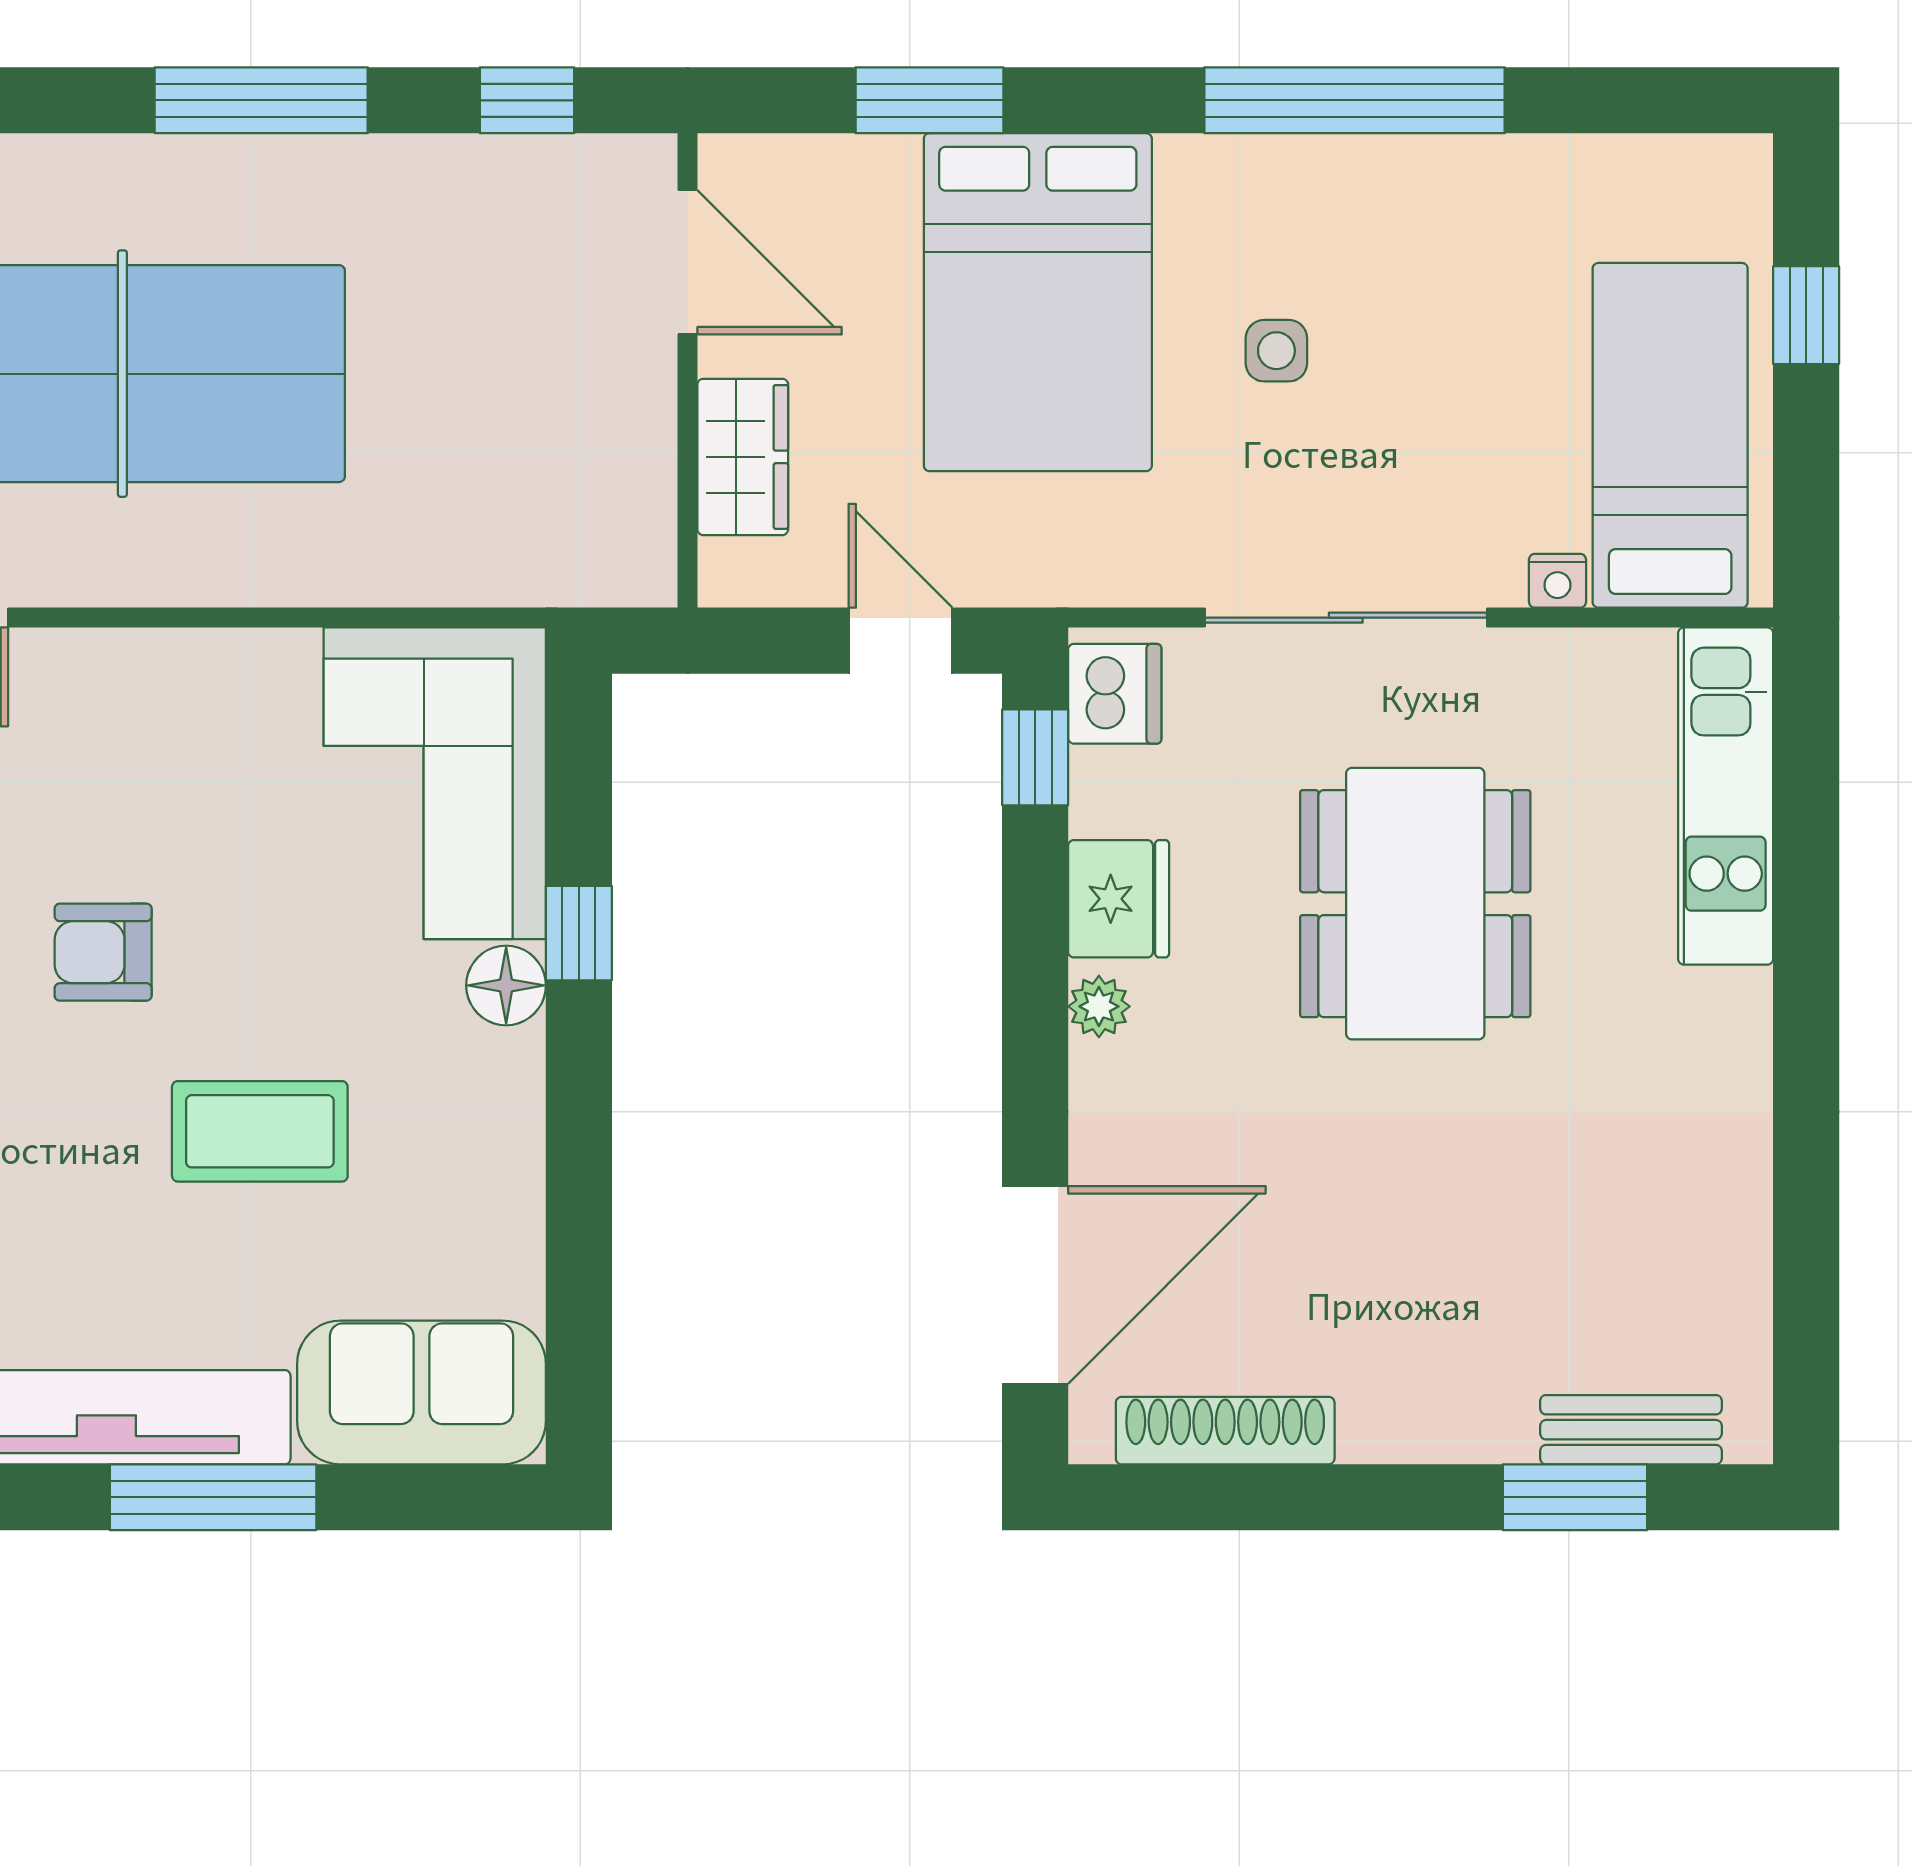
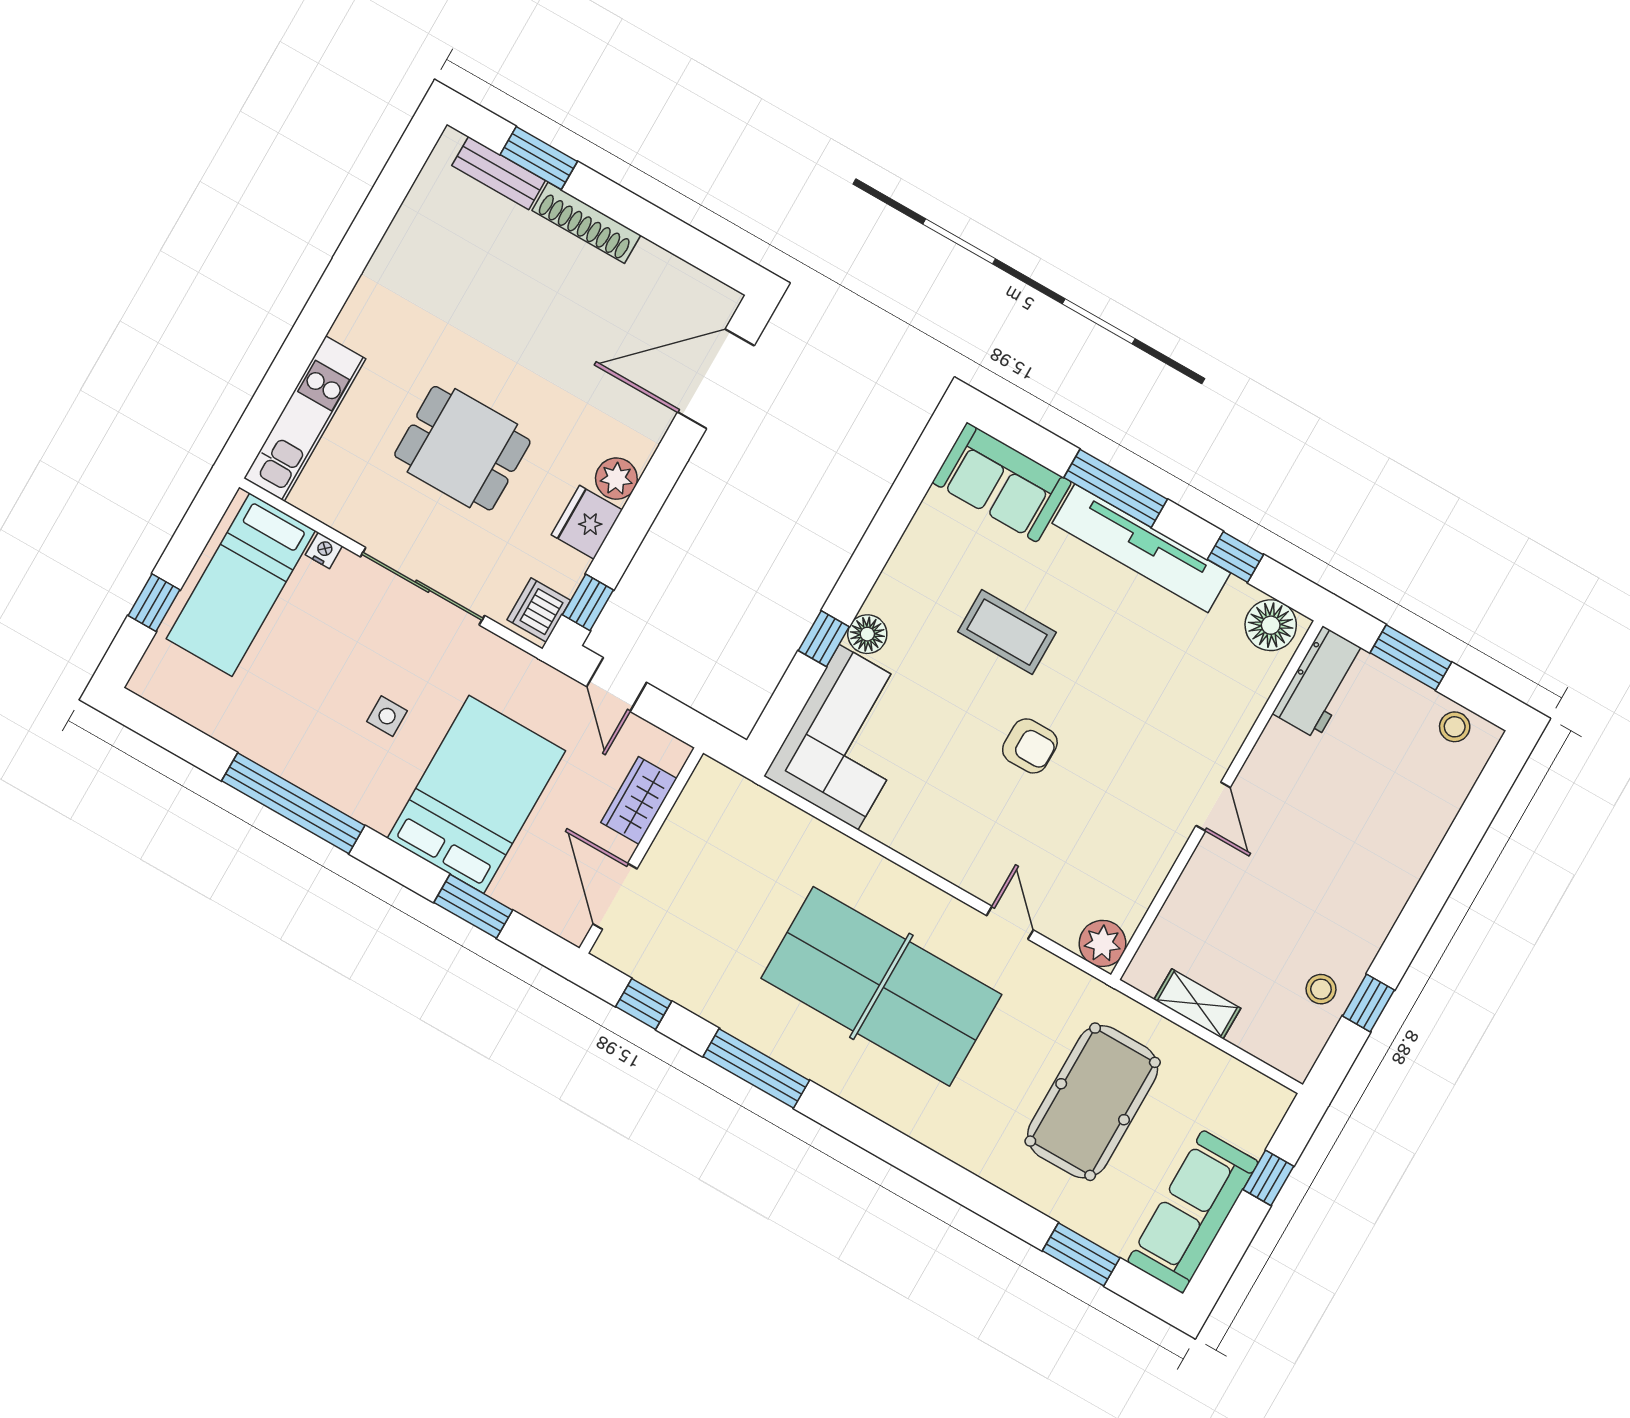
dining table: (1415, 904) -> (462, 448), width x0.73
plant: (1099, 1006) -> (616, 479), width x1.38, depth x1.38
shoe rack: (1225, 1431) -> (586, 223), moved

